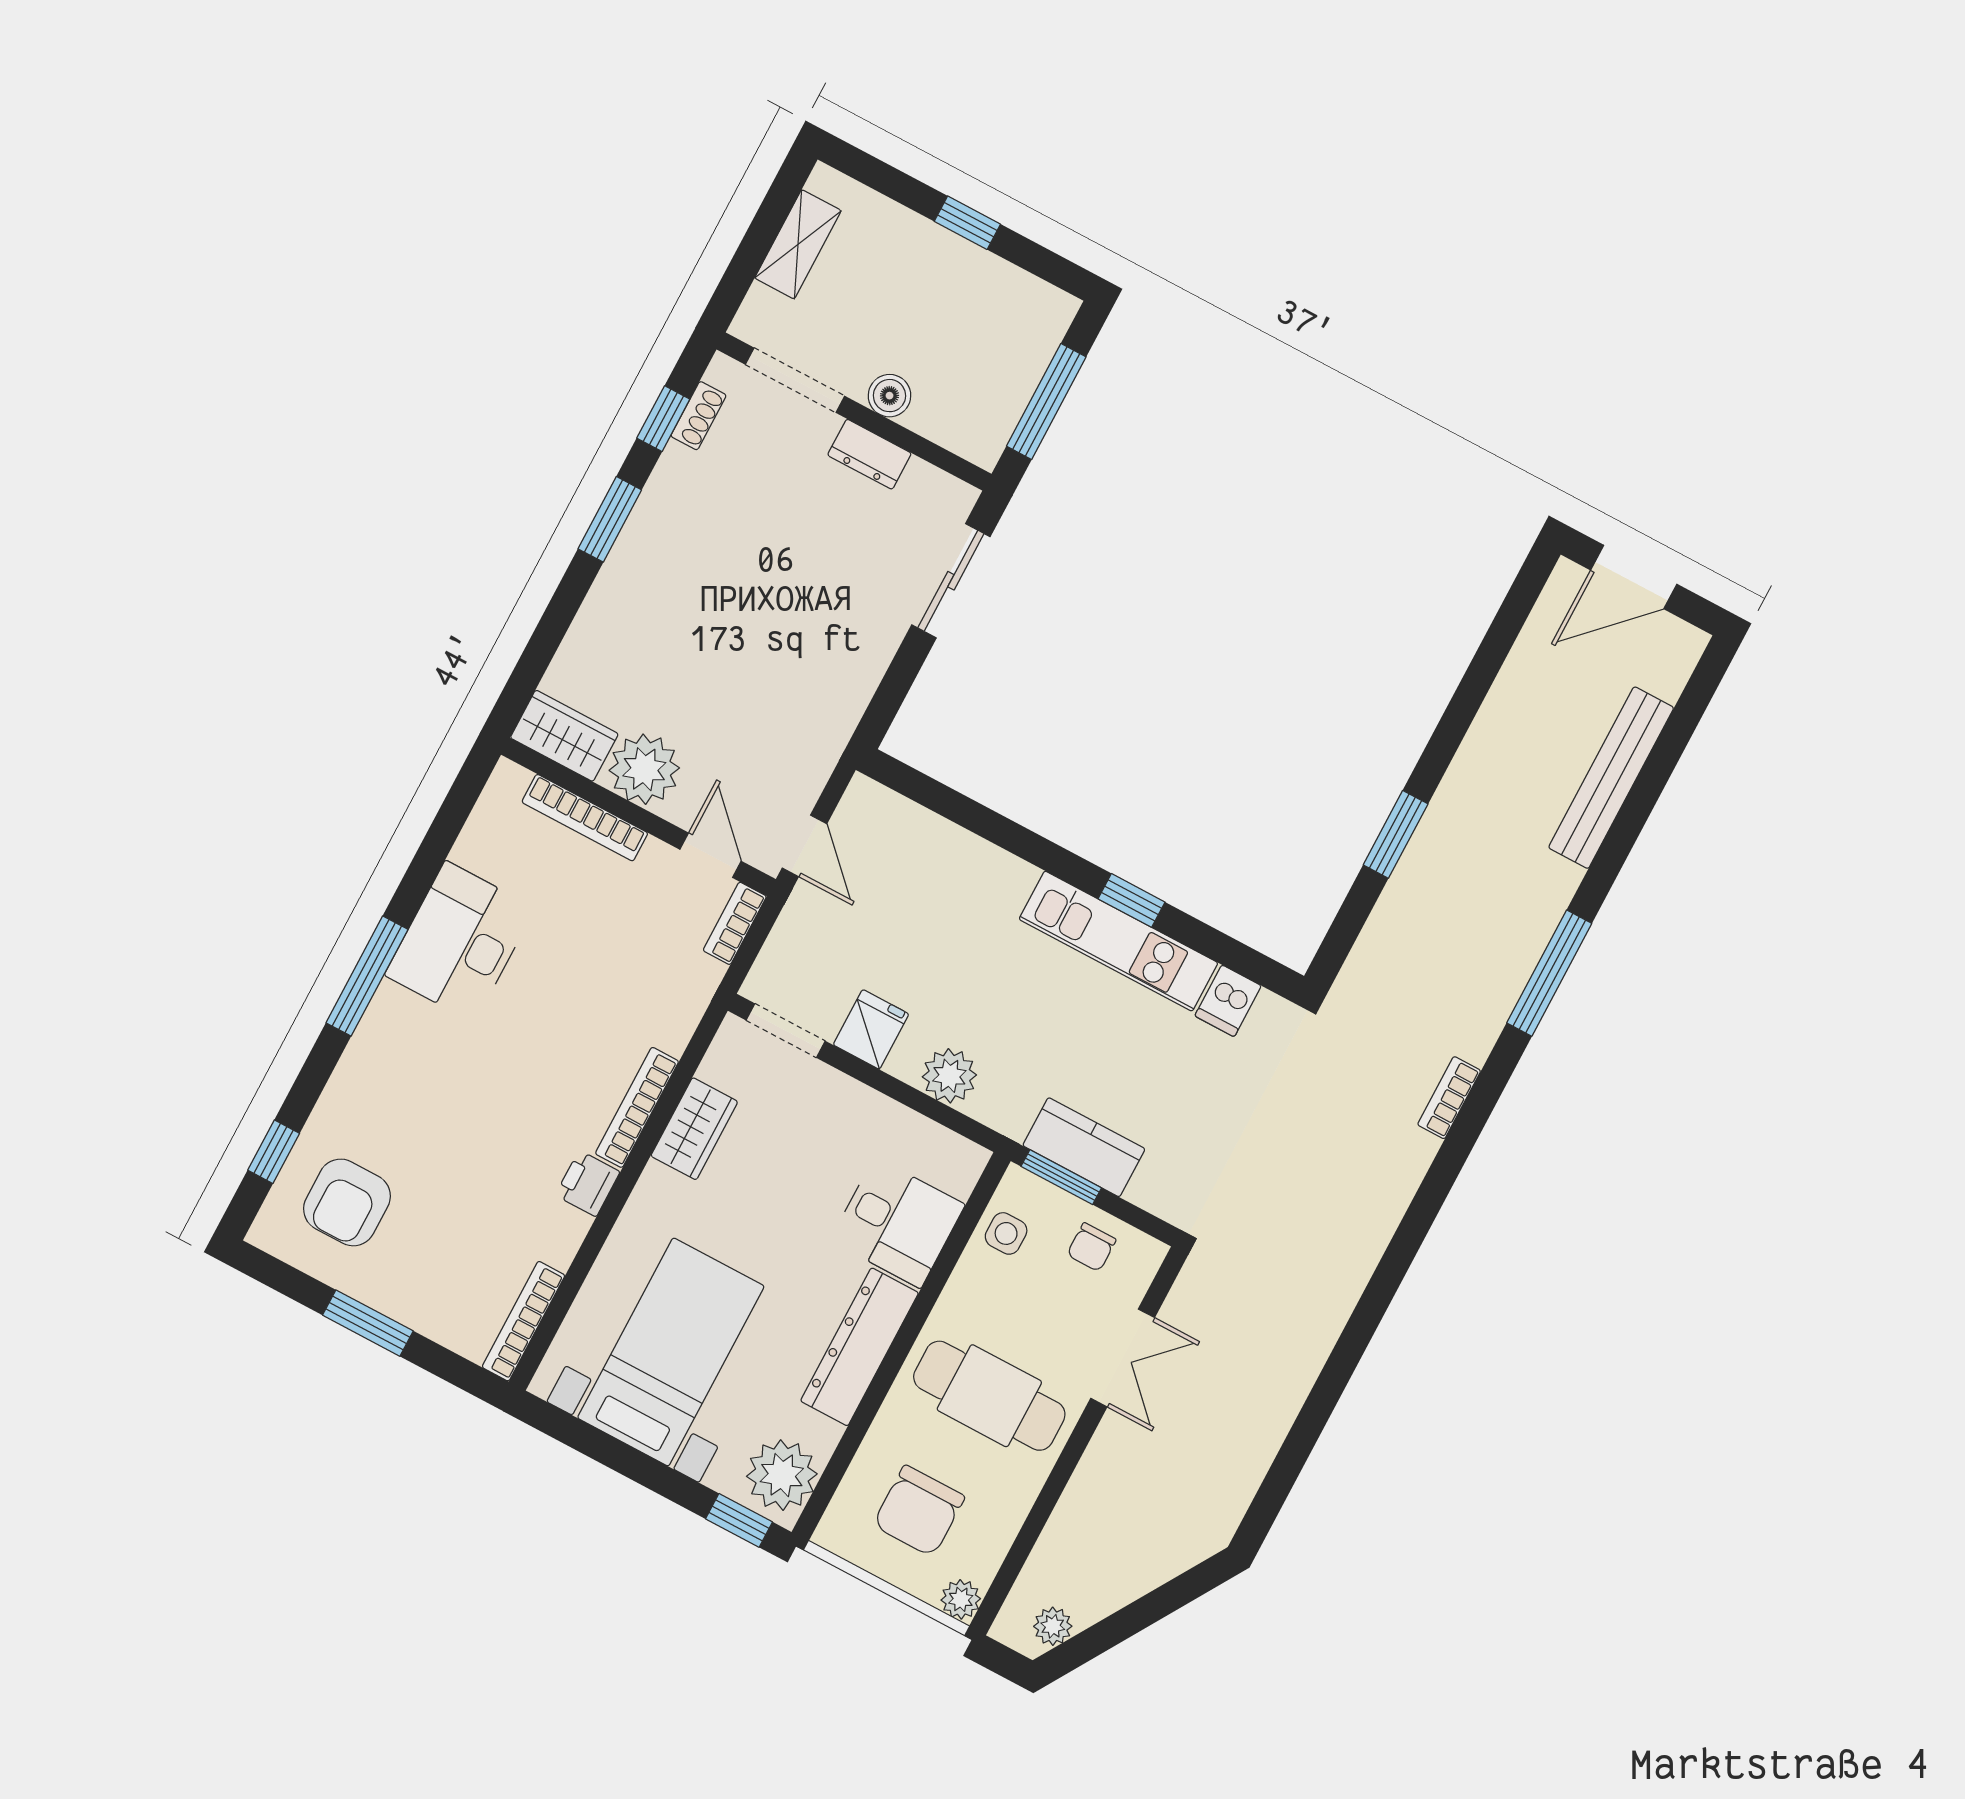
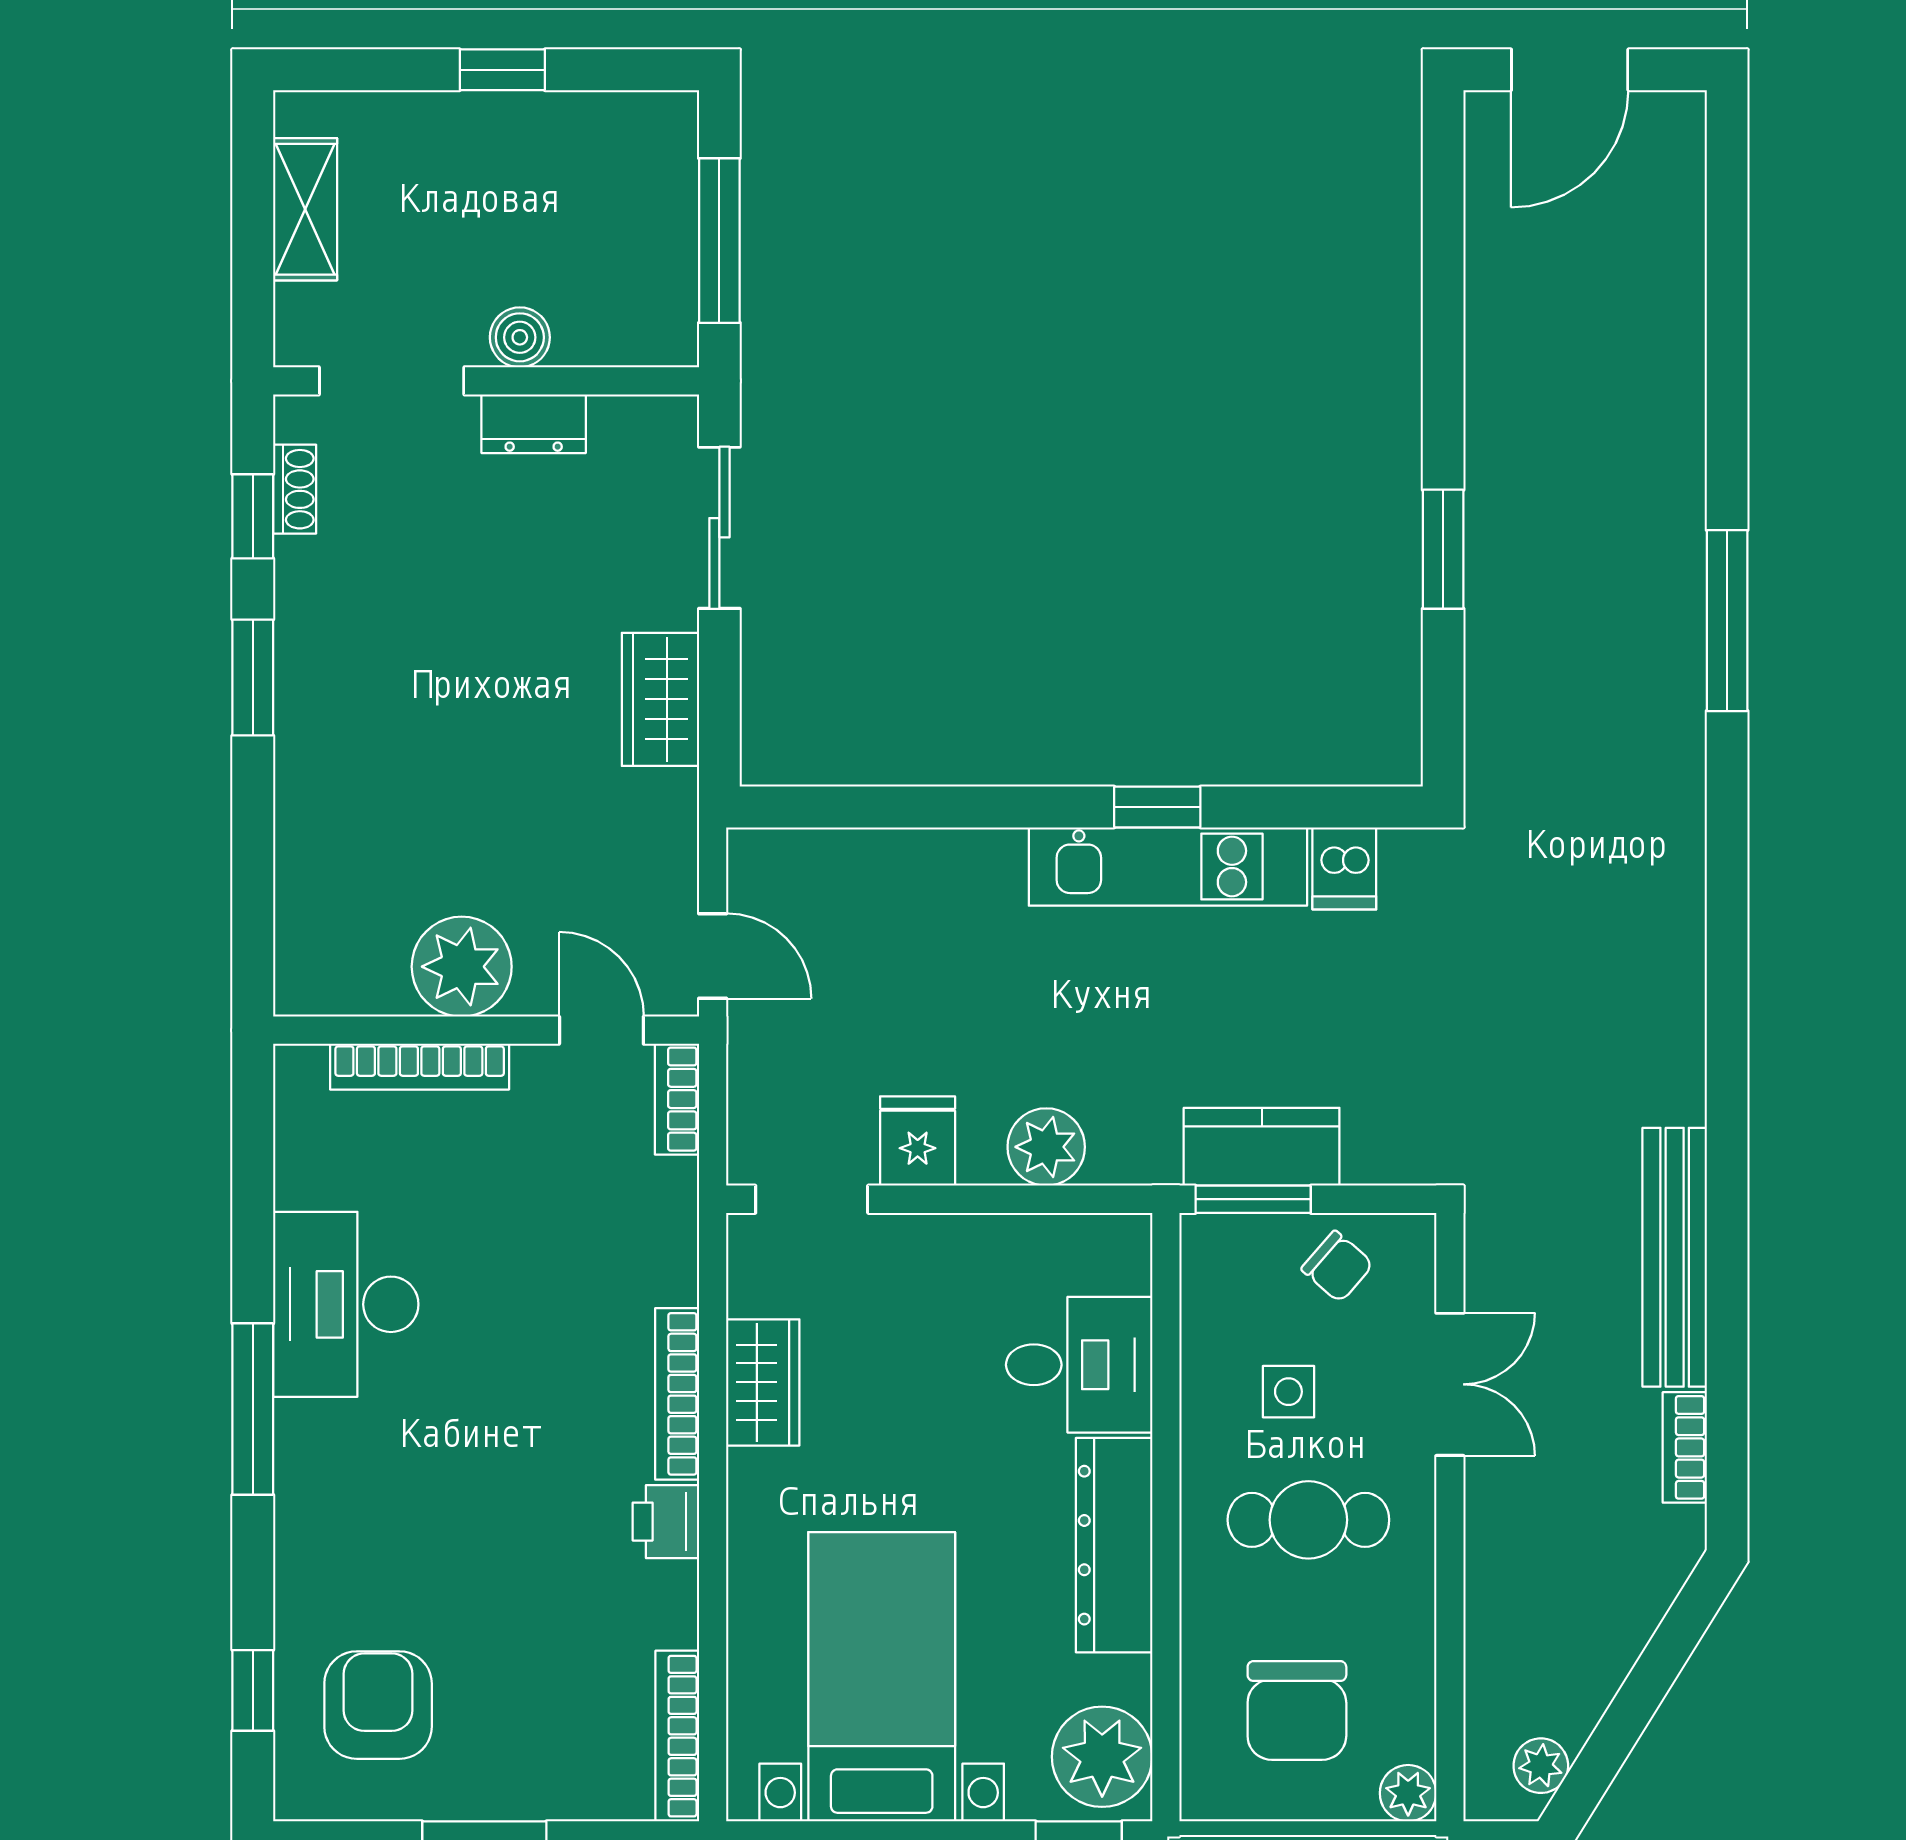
wardrobe: (564, 736) -> (660, 699), moved, turned -90
bench: (1611, 778) -> (1675, 1257), moved
bookcase: (1449, 1098) -> (1685, 1447), moved
armchair: (347, 1202) -> (378, 1705), turned 180
side table: (1006, 1233) -> (1288, 1392), moved
chair: (1091, 1247) -> (1337, 1267), turned -49
cafe table: (989, 1396) -> (1308, 1520), width x0.73, depth x0.74

